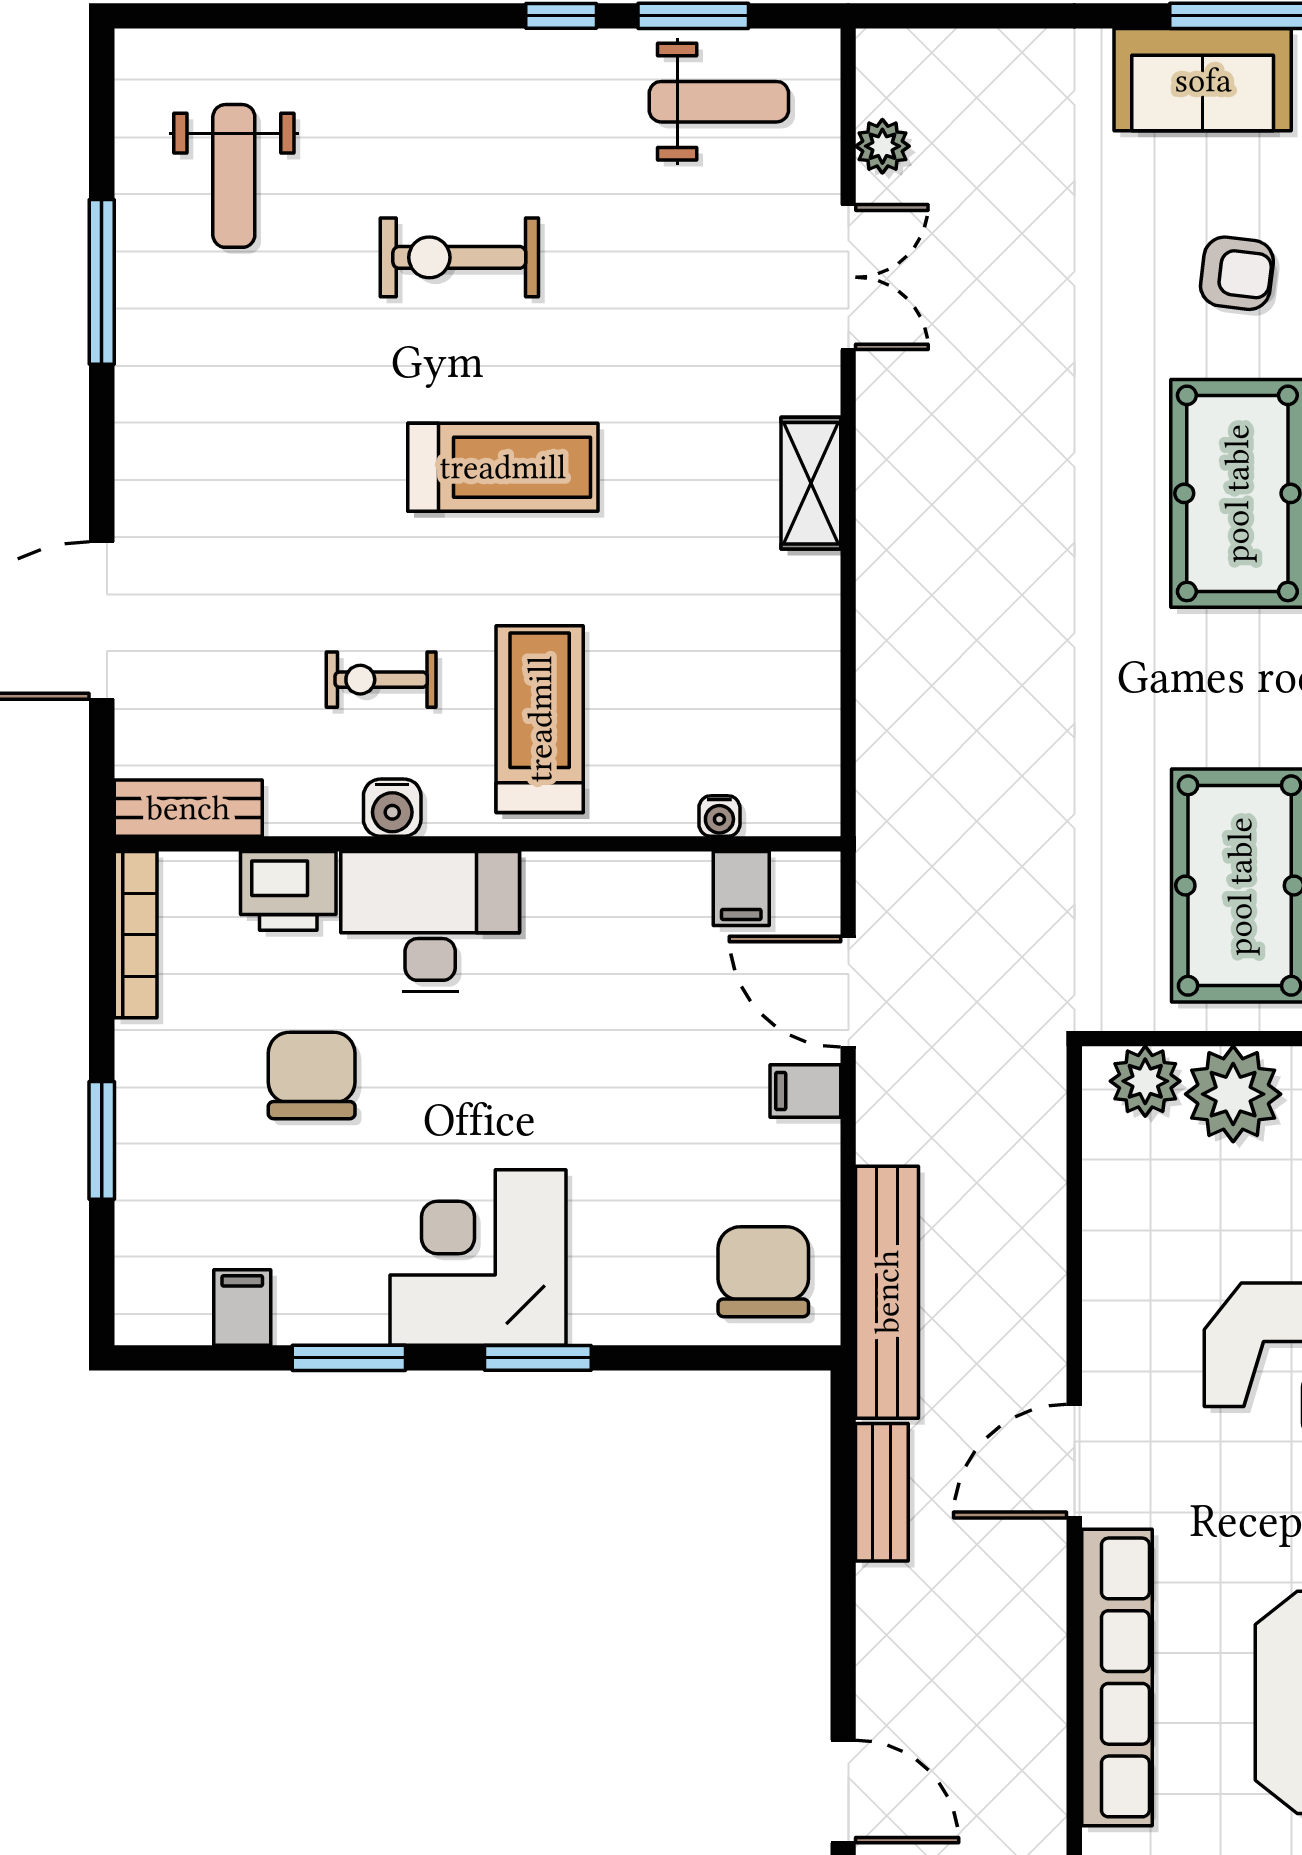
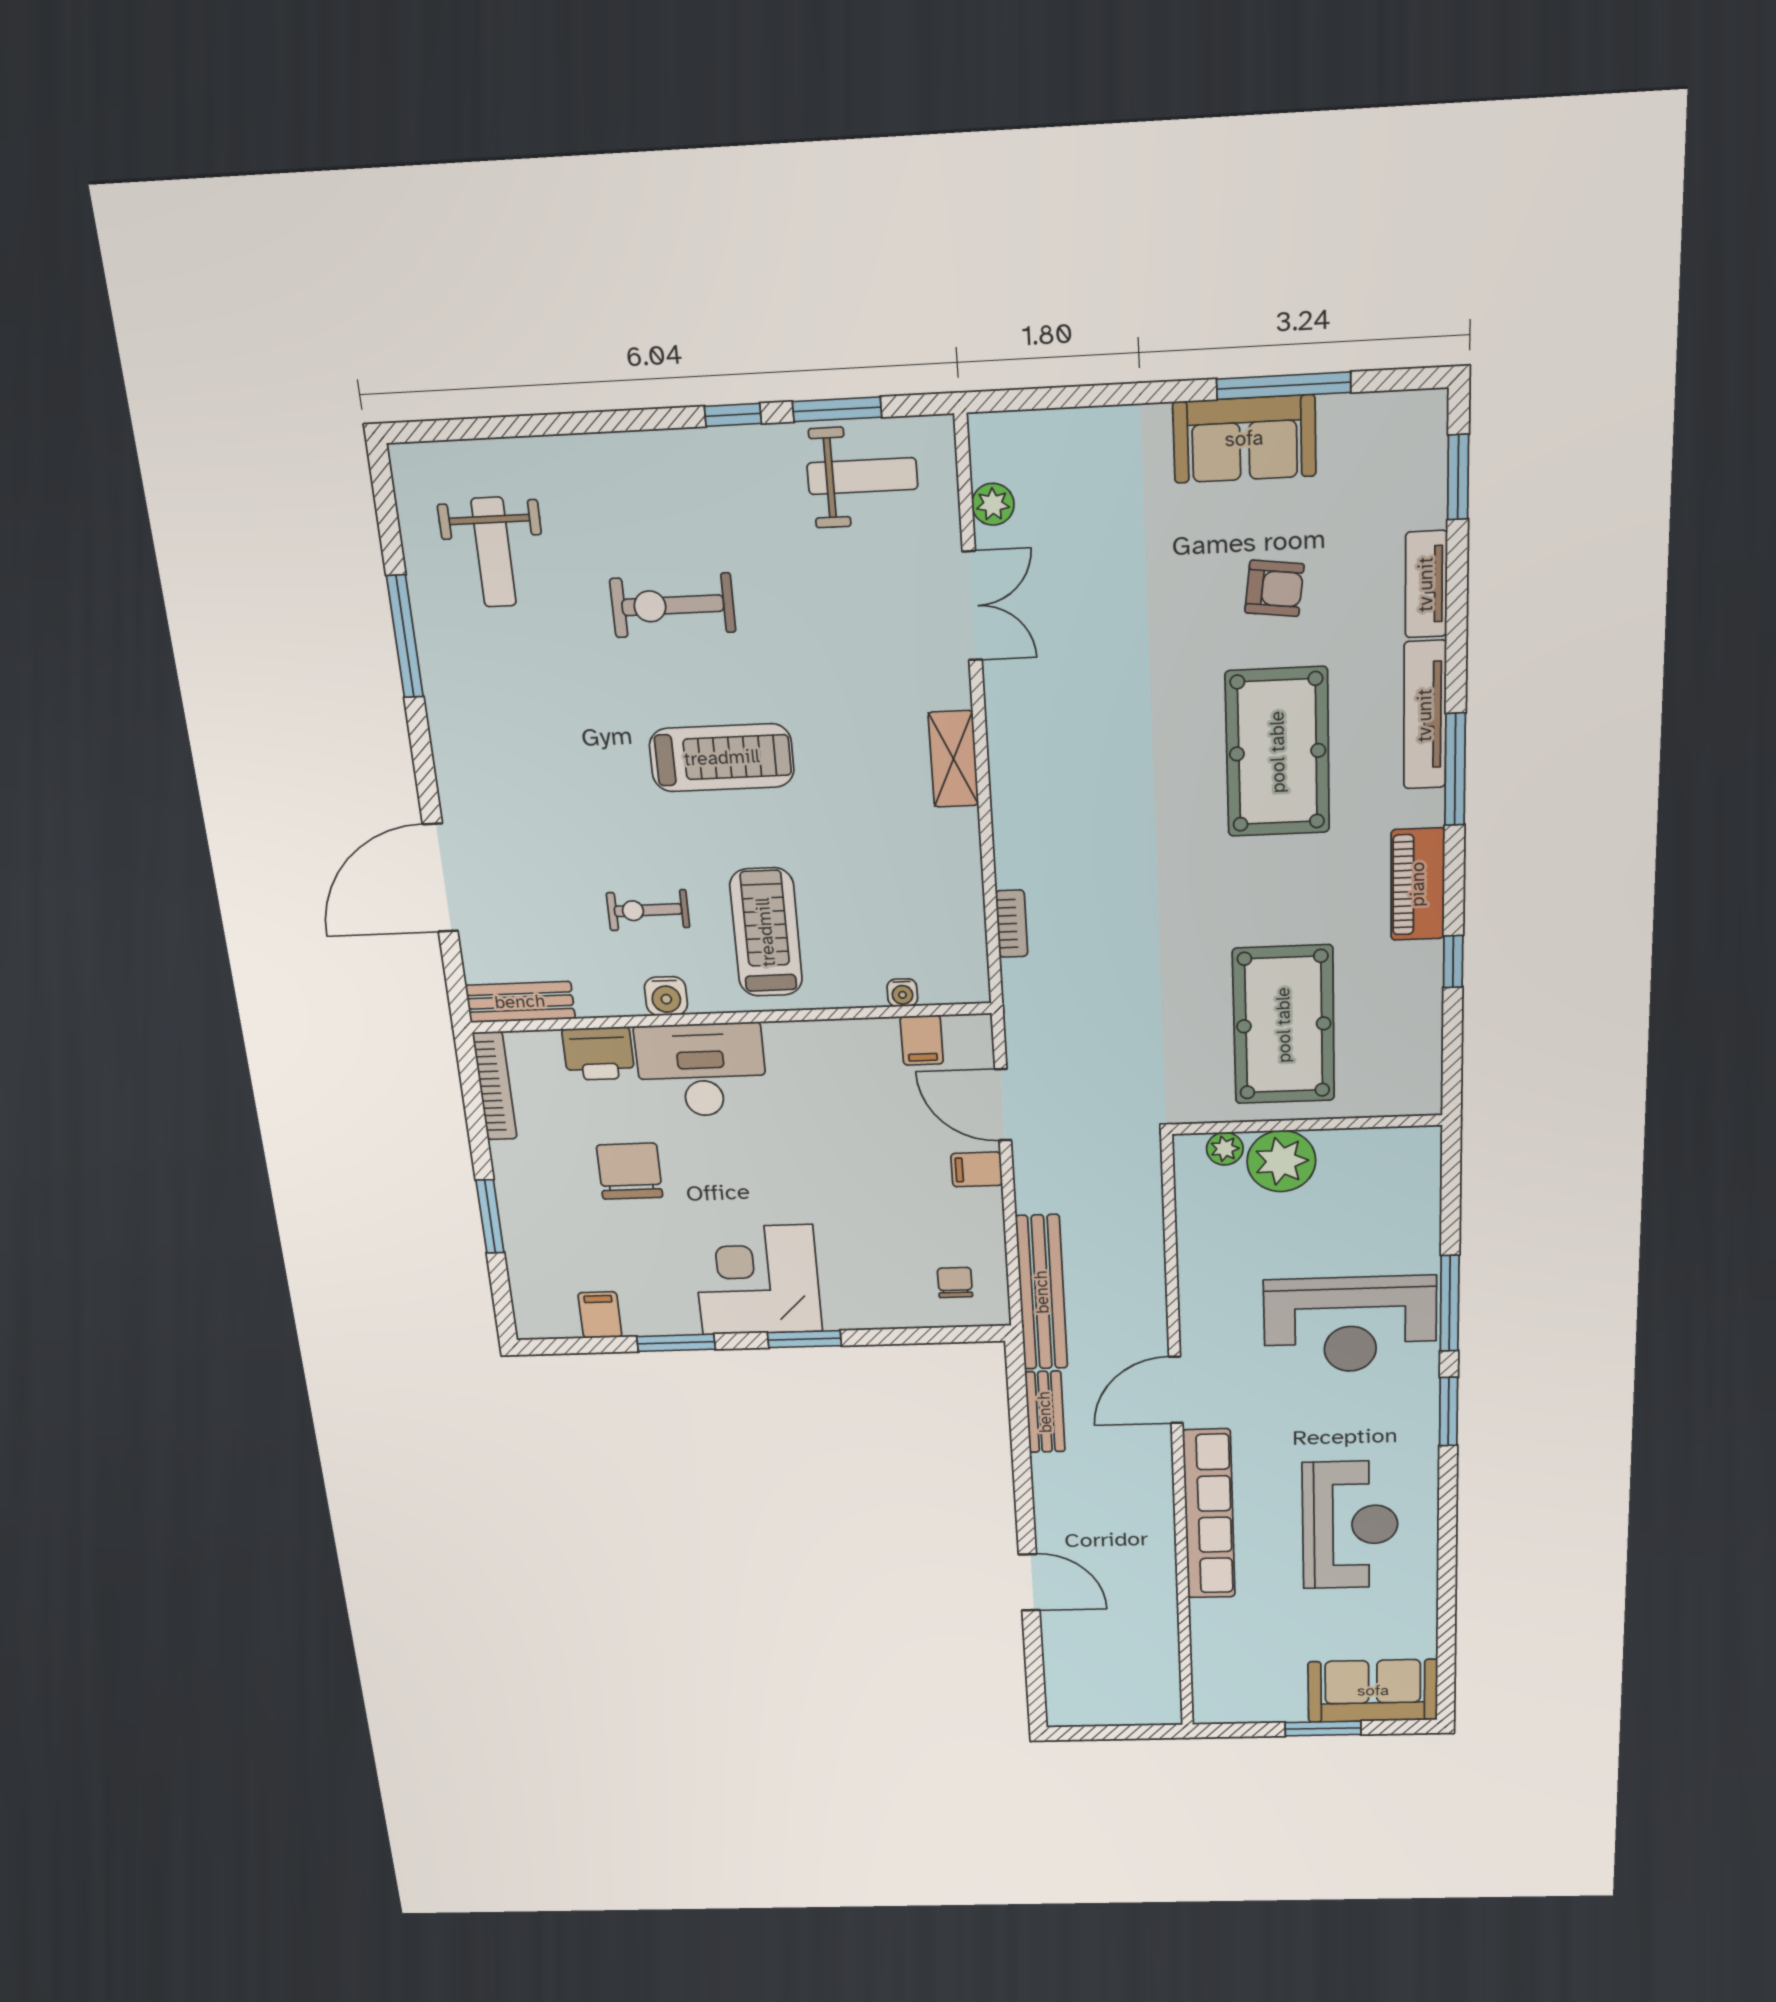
bookcase: (875, 721) -> (1012, 924), added
plant: (1145, 1081) -> (1225, 1149), width x0.73, depth x0.73
chair: (763, 1272) -> (955, 1283), width x0.54, depth x0.54

